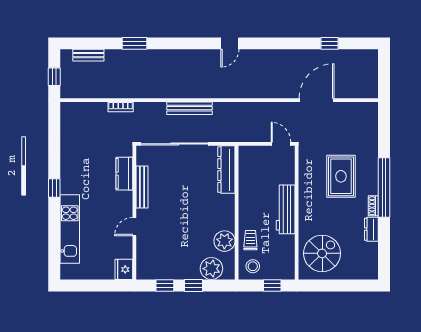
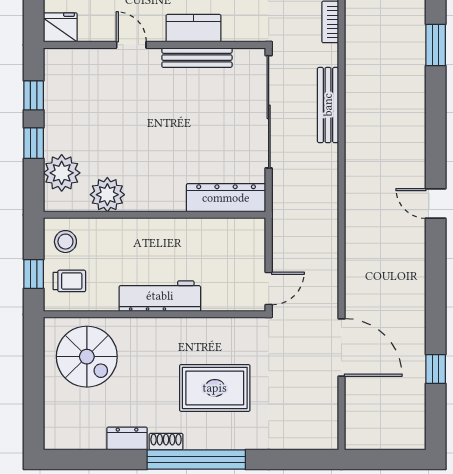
bench: (189, 108) -> (328, 105), moved
kitchen counter: (124, 174) -> (194, 28), moved
trolley: (250, 240) -> (69, 281), moved

